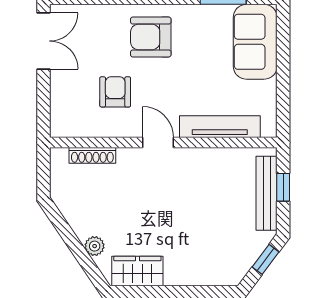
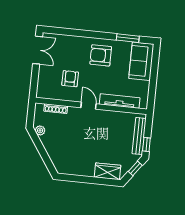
armchair: (151, 37) -> (101, 55), moved
window: (283, 187) -> (146, 145), moved
plant: (95, 246) -> (40, 130), moved
wardrobe: (137, 271) -> (108, 171), moved

